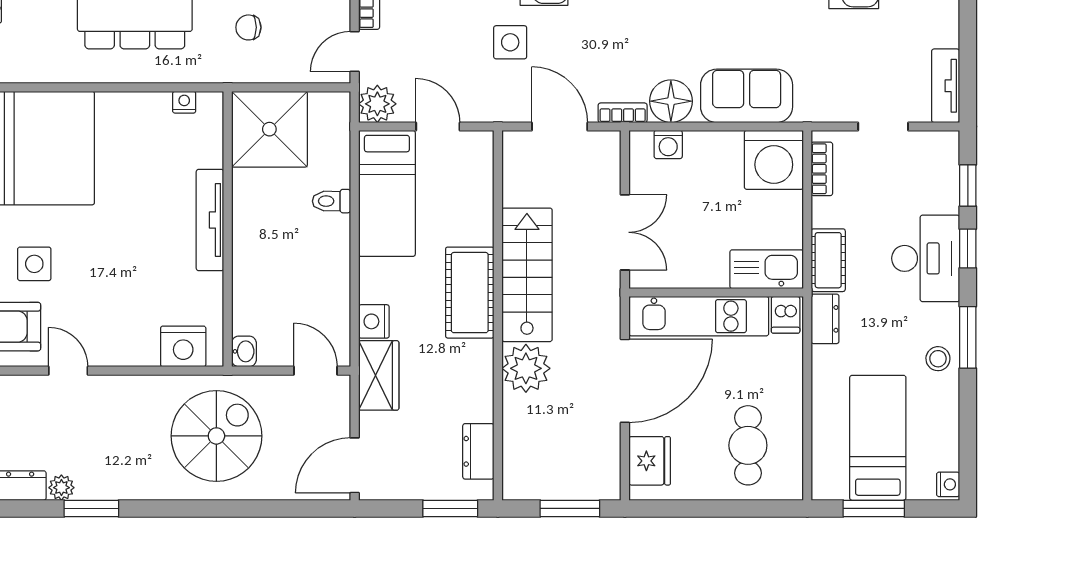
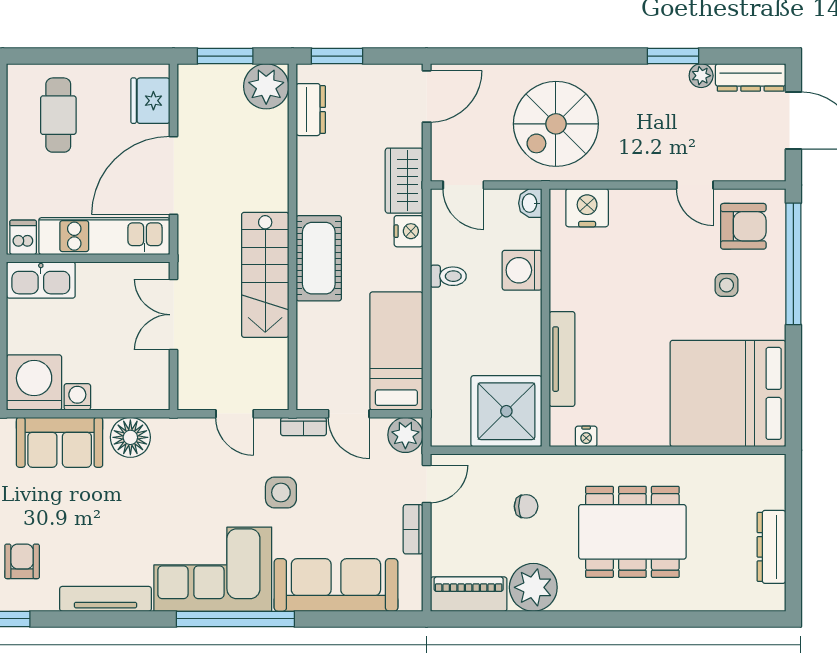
bookcase: (623, 113) -> (304, 426), moved
door: (560, 126) -> (235, 414), width x0.73
washing machine: (668, 144) -> (77, 397), moved
toilet: (331, 201) -> (448, 276), moved
tv unit: (210, 220) -> (562, 359), moved
side table: (34, 264) -> (726, 285), width x0.73, depth x0.73
washing machine: (253, 280) -> (522, 270), added
plant: (526, 368) -> (266, 86), moved

